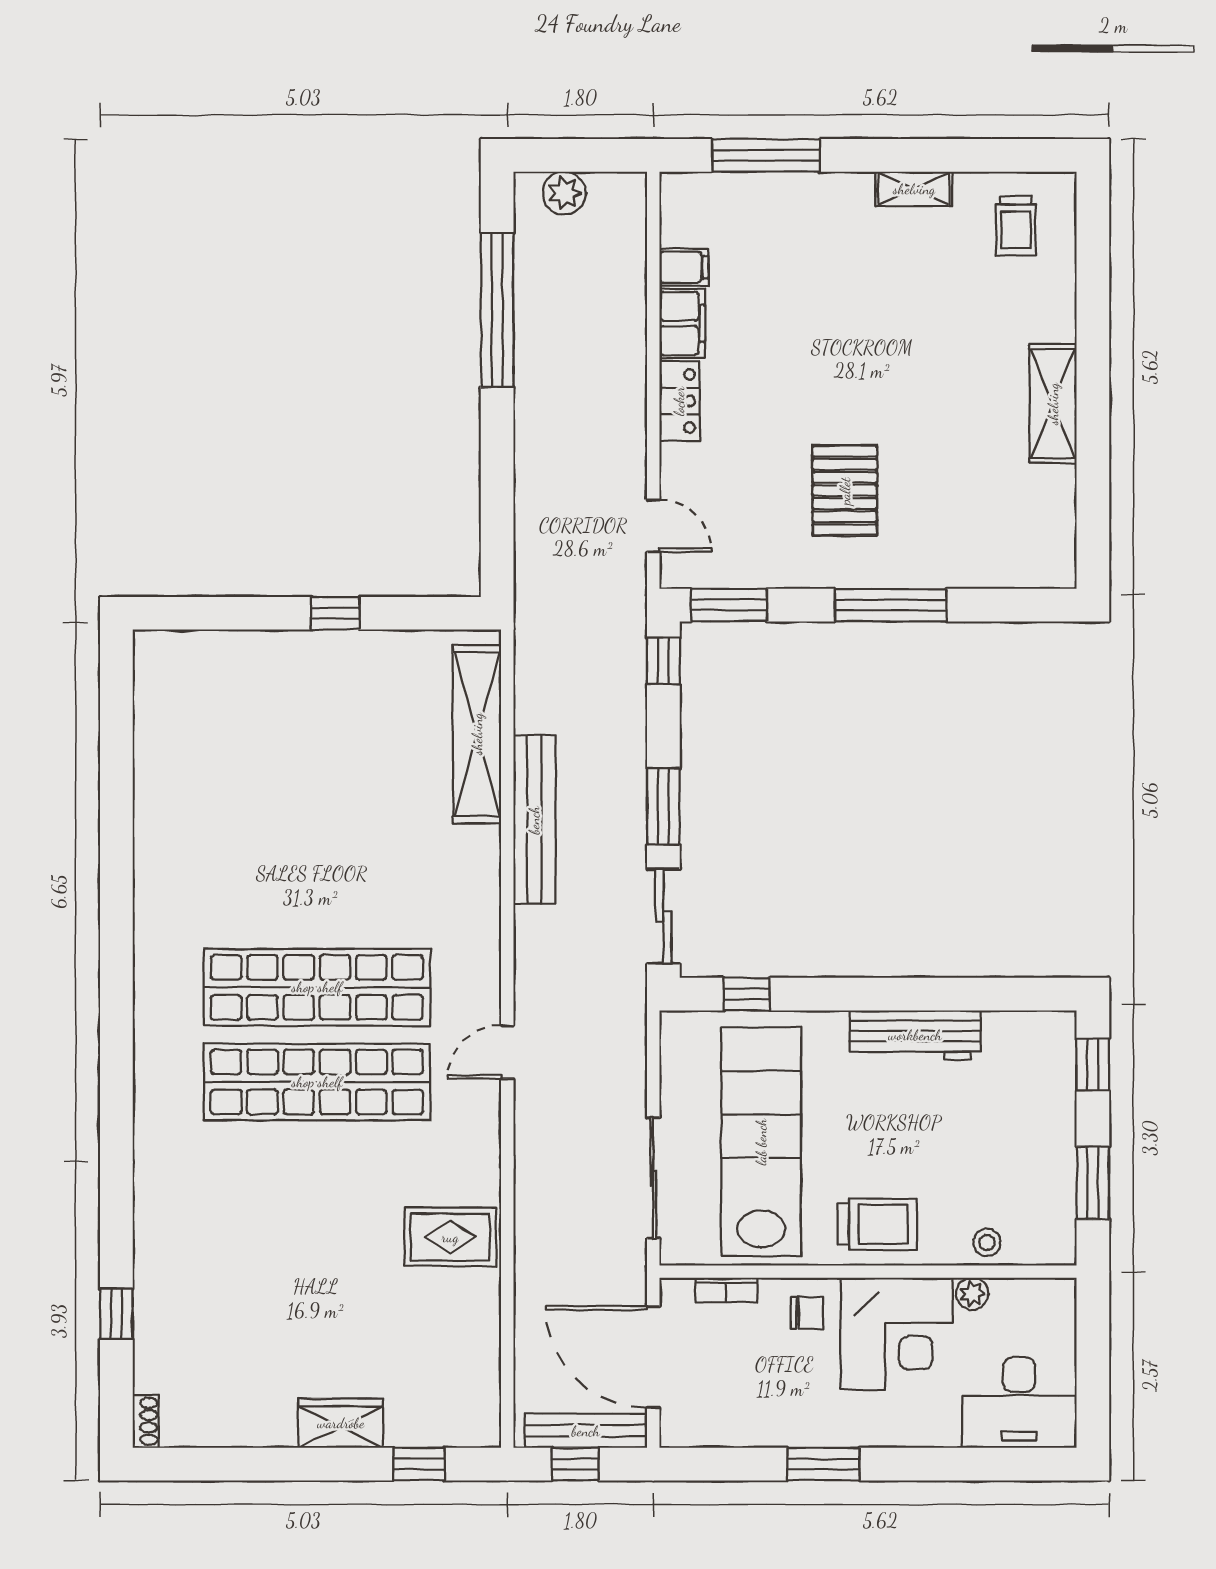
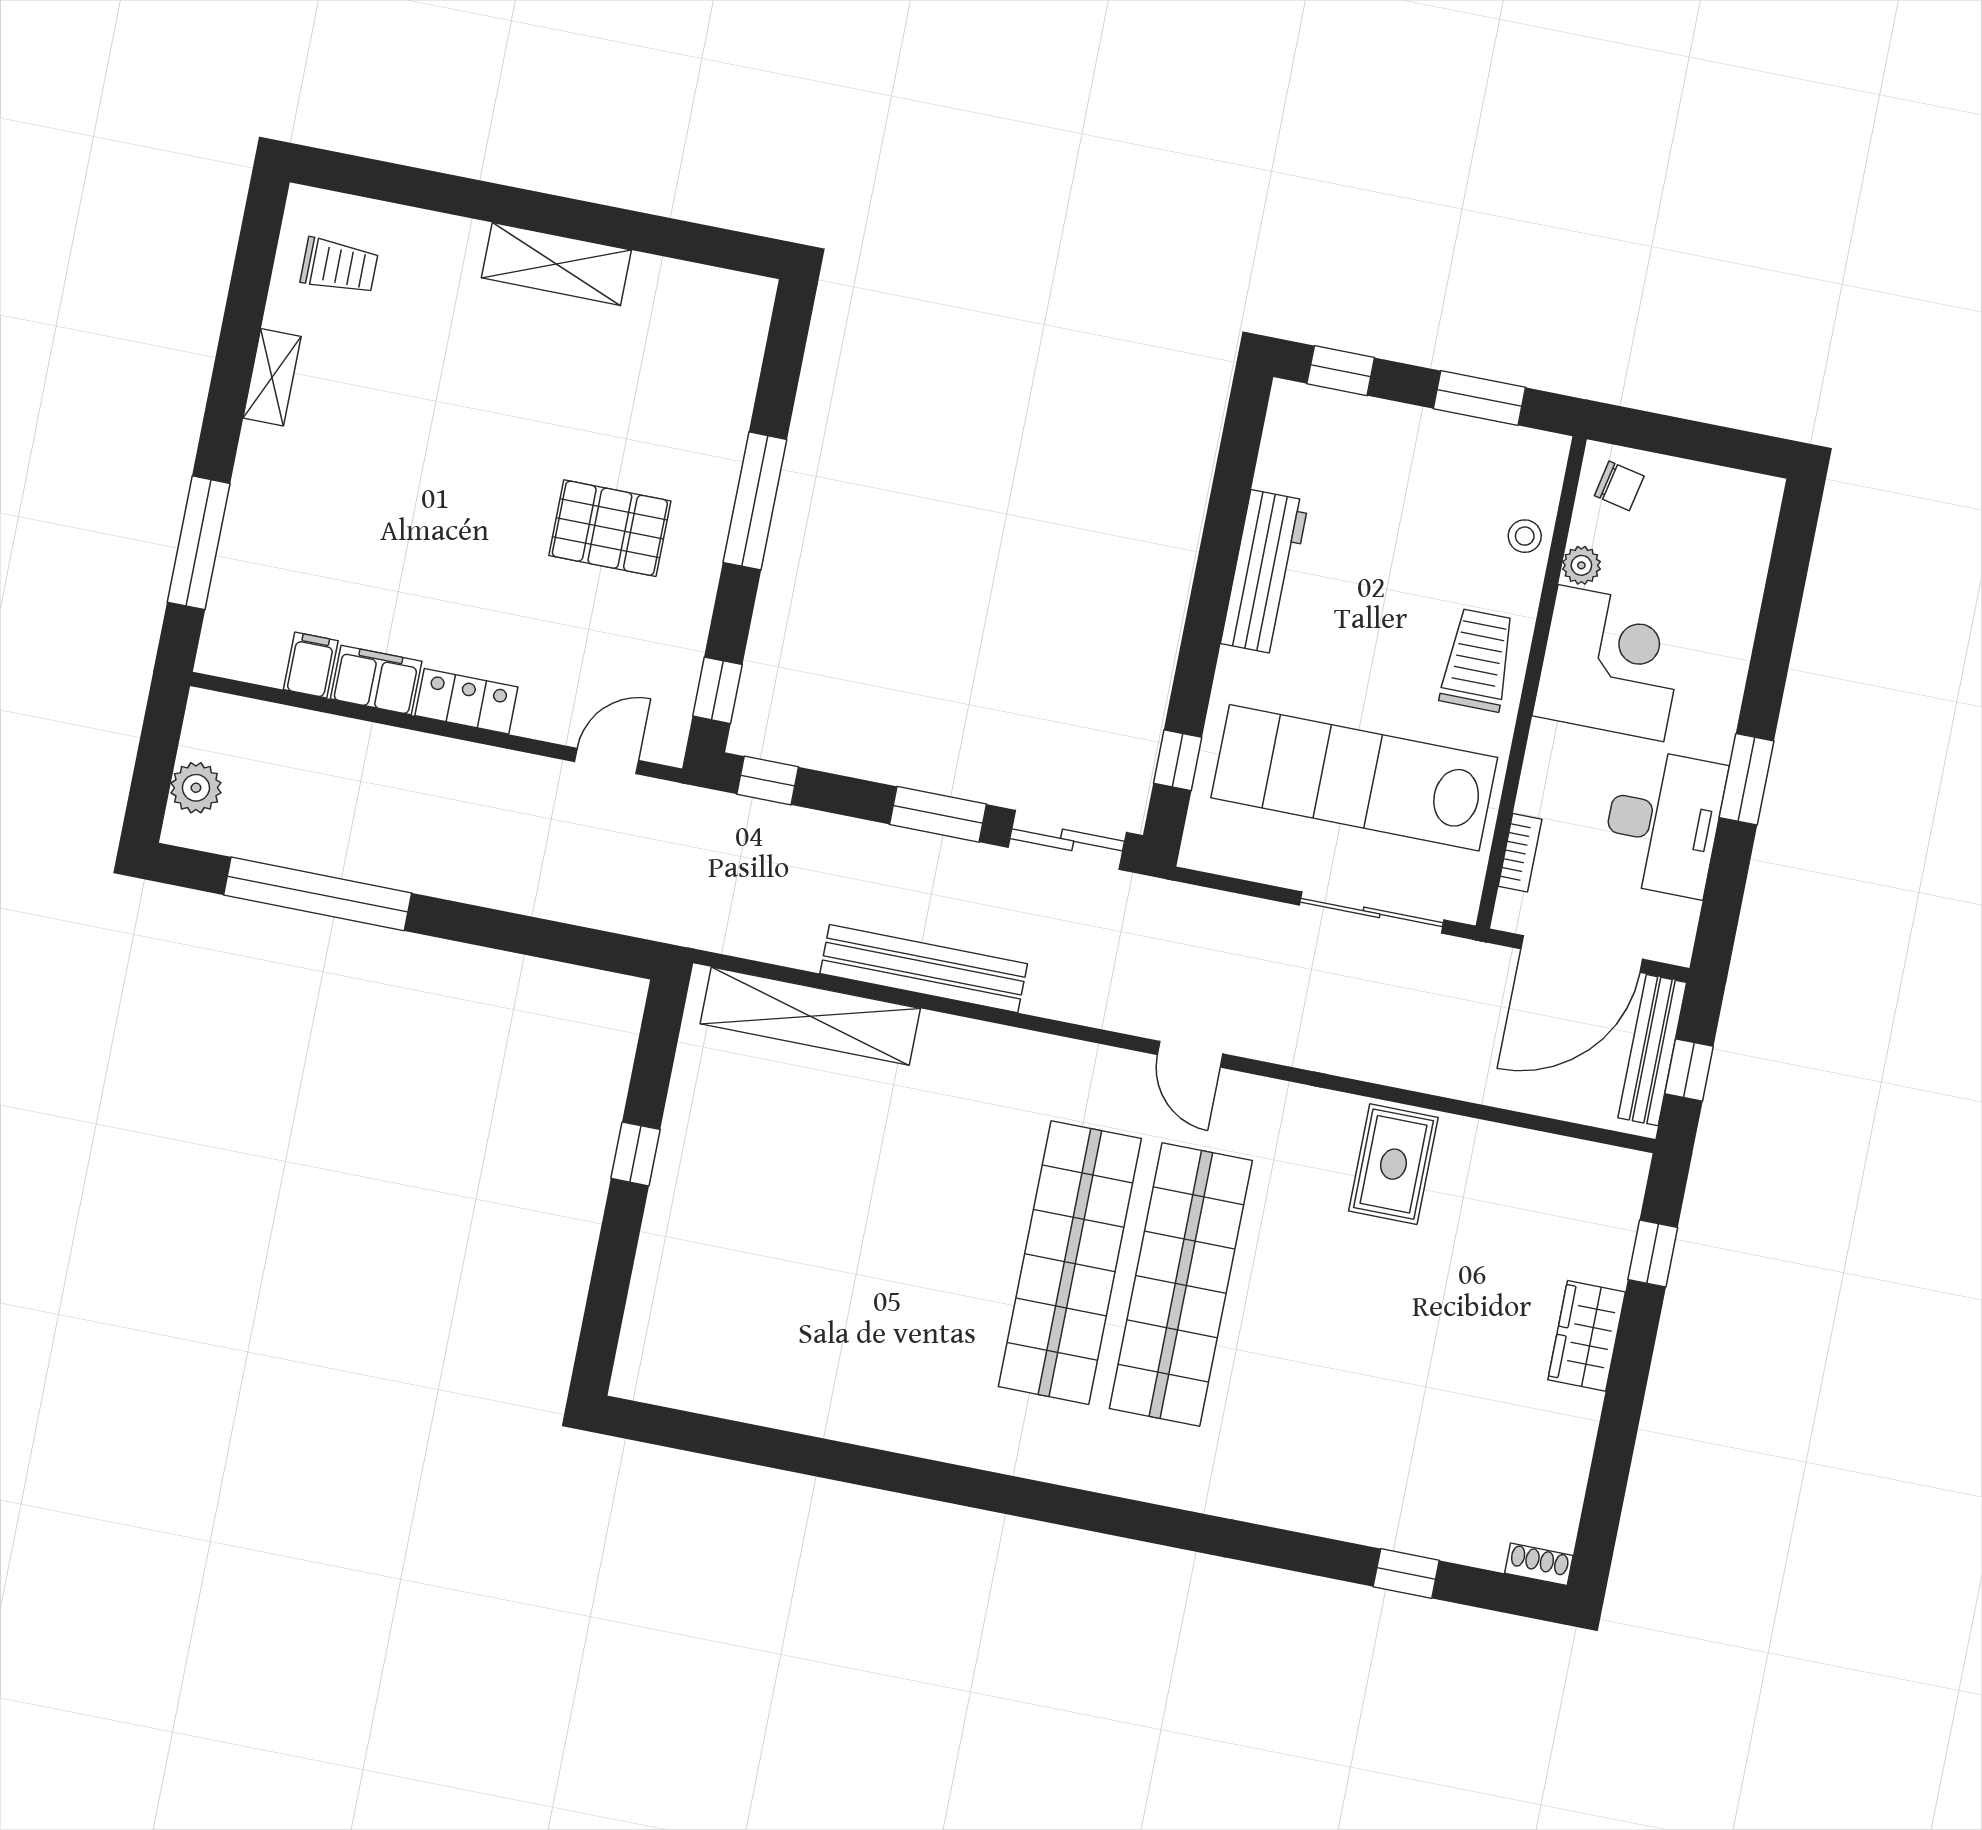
window: (729, 605) -> (717, 690), width x0.67
chair: (807, 1313) -> (1619, 486), moved, turned 102
desk: (1019, 1403) -> (1663, 823), moved

